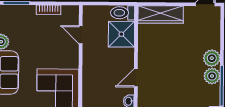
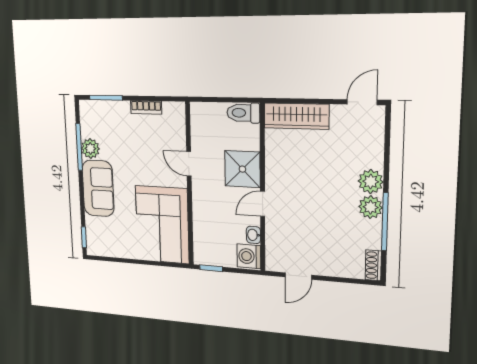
shower: (121, 34) -> (242, 169), moved
door: (81, 35) -> (189, 164), moved

